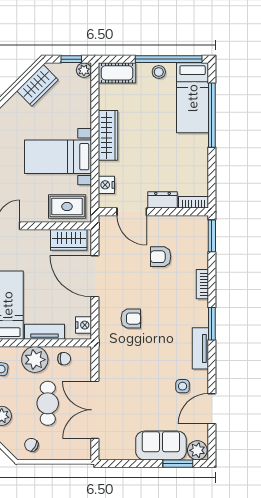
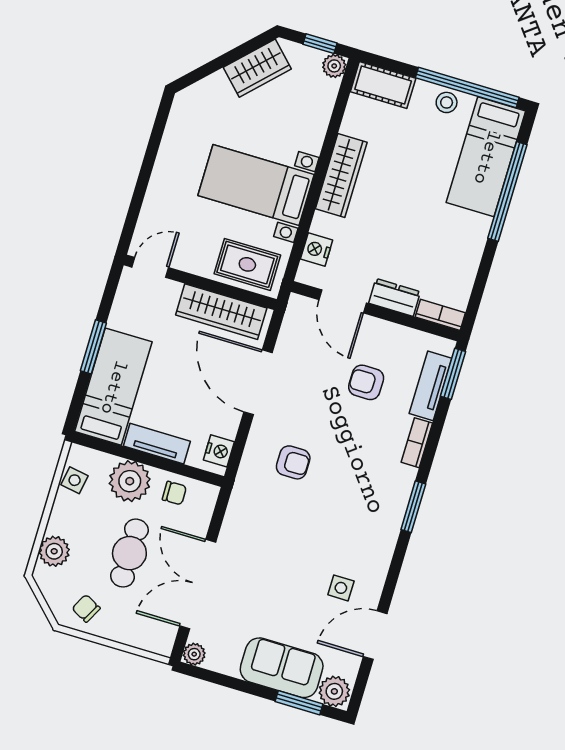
wardrobe: (69, 240) -> (221, 312), width x1.50
tv unit: (200, 348) -> (431, 386), moved
plant: (105, 453) -> (194, 654), added

